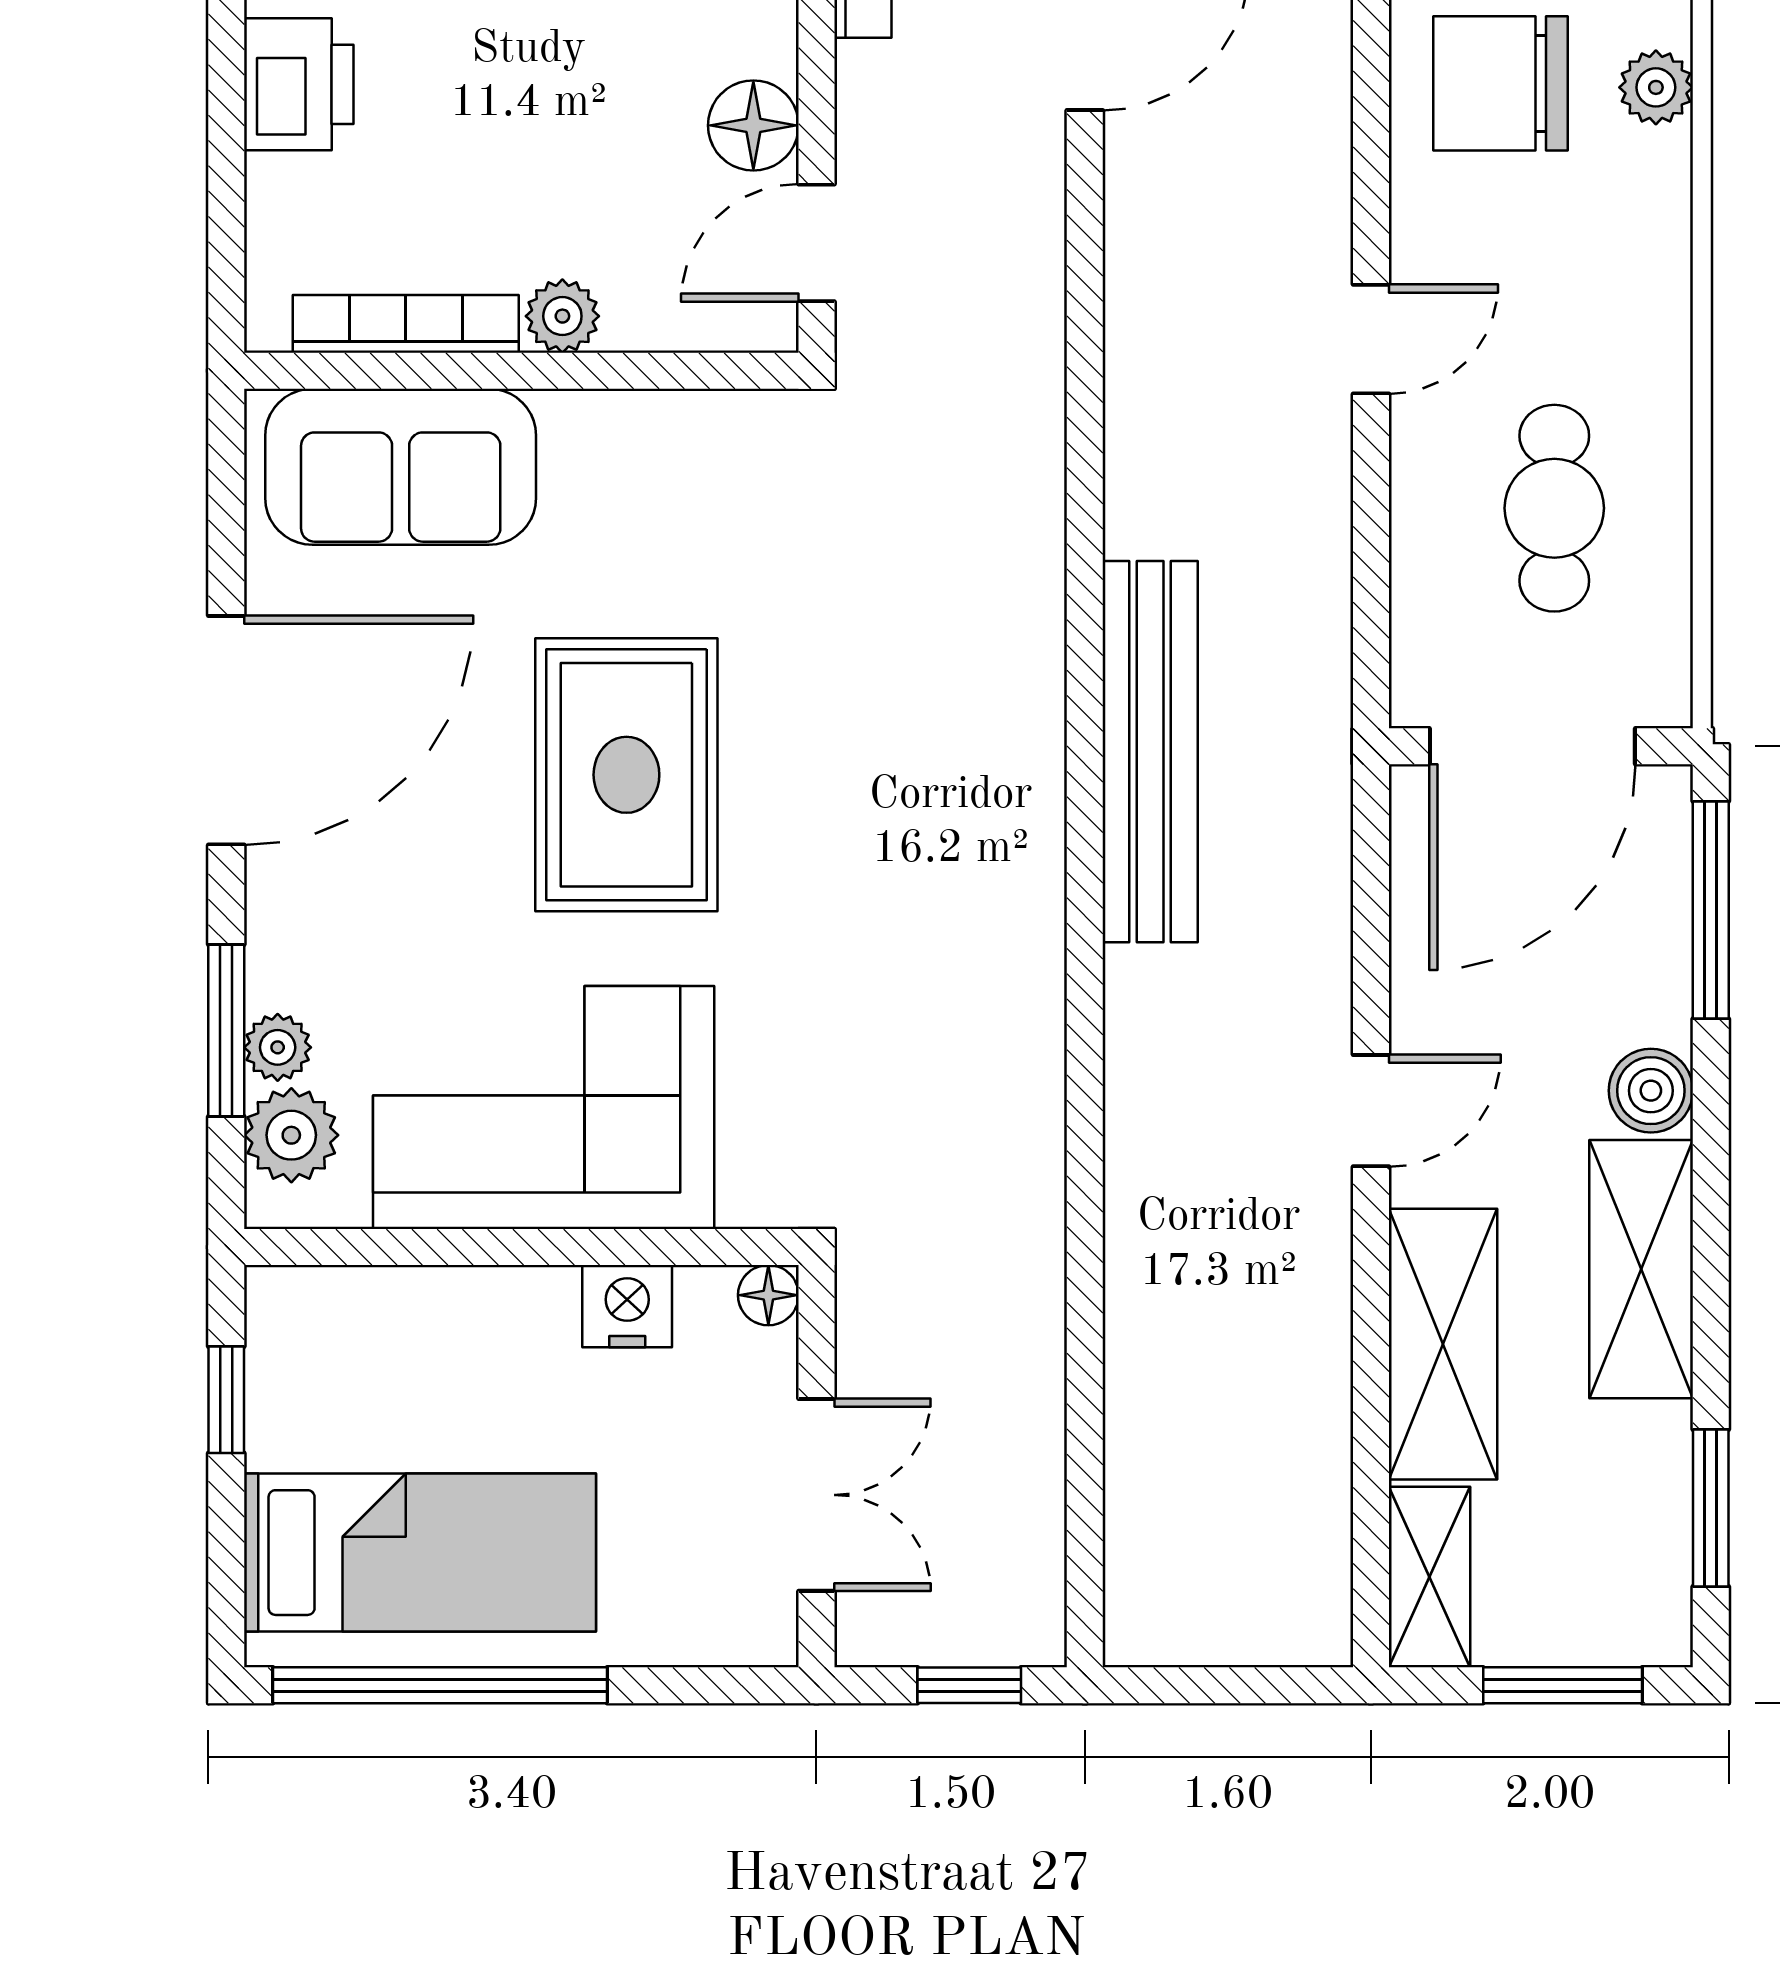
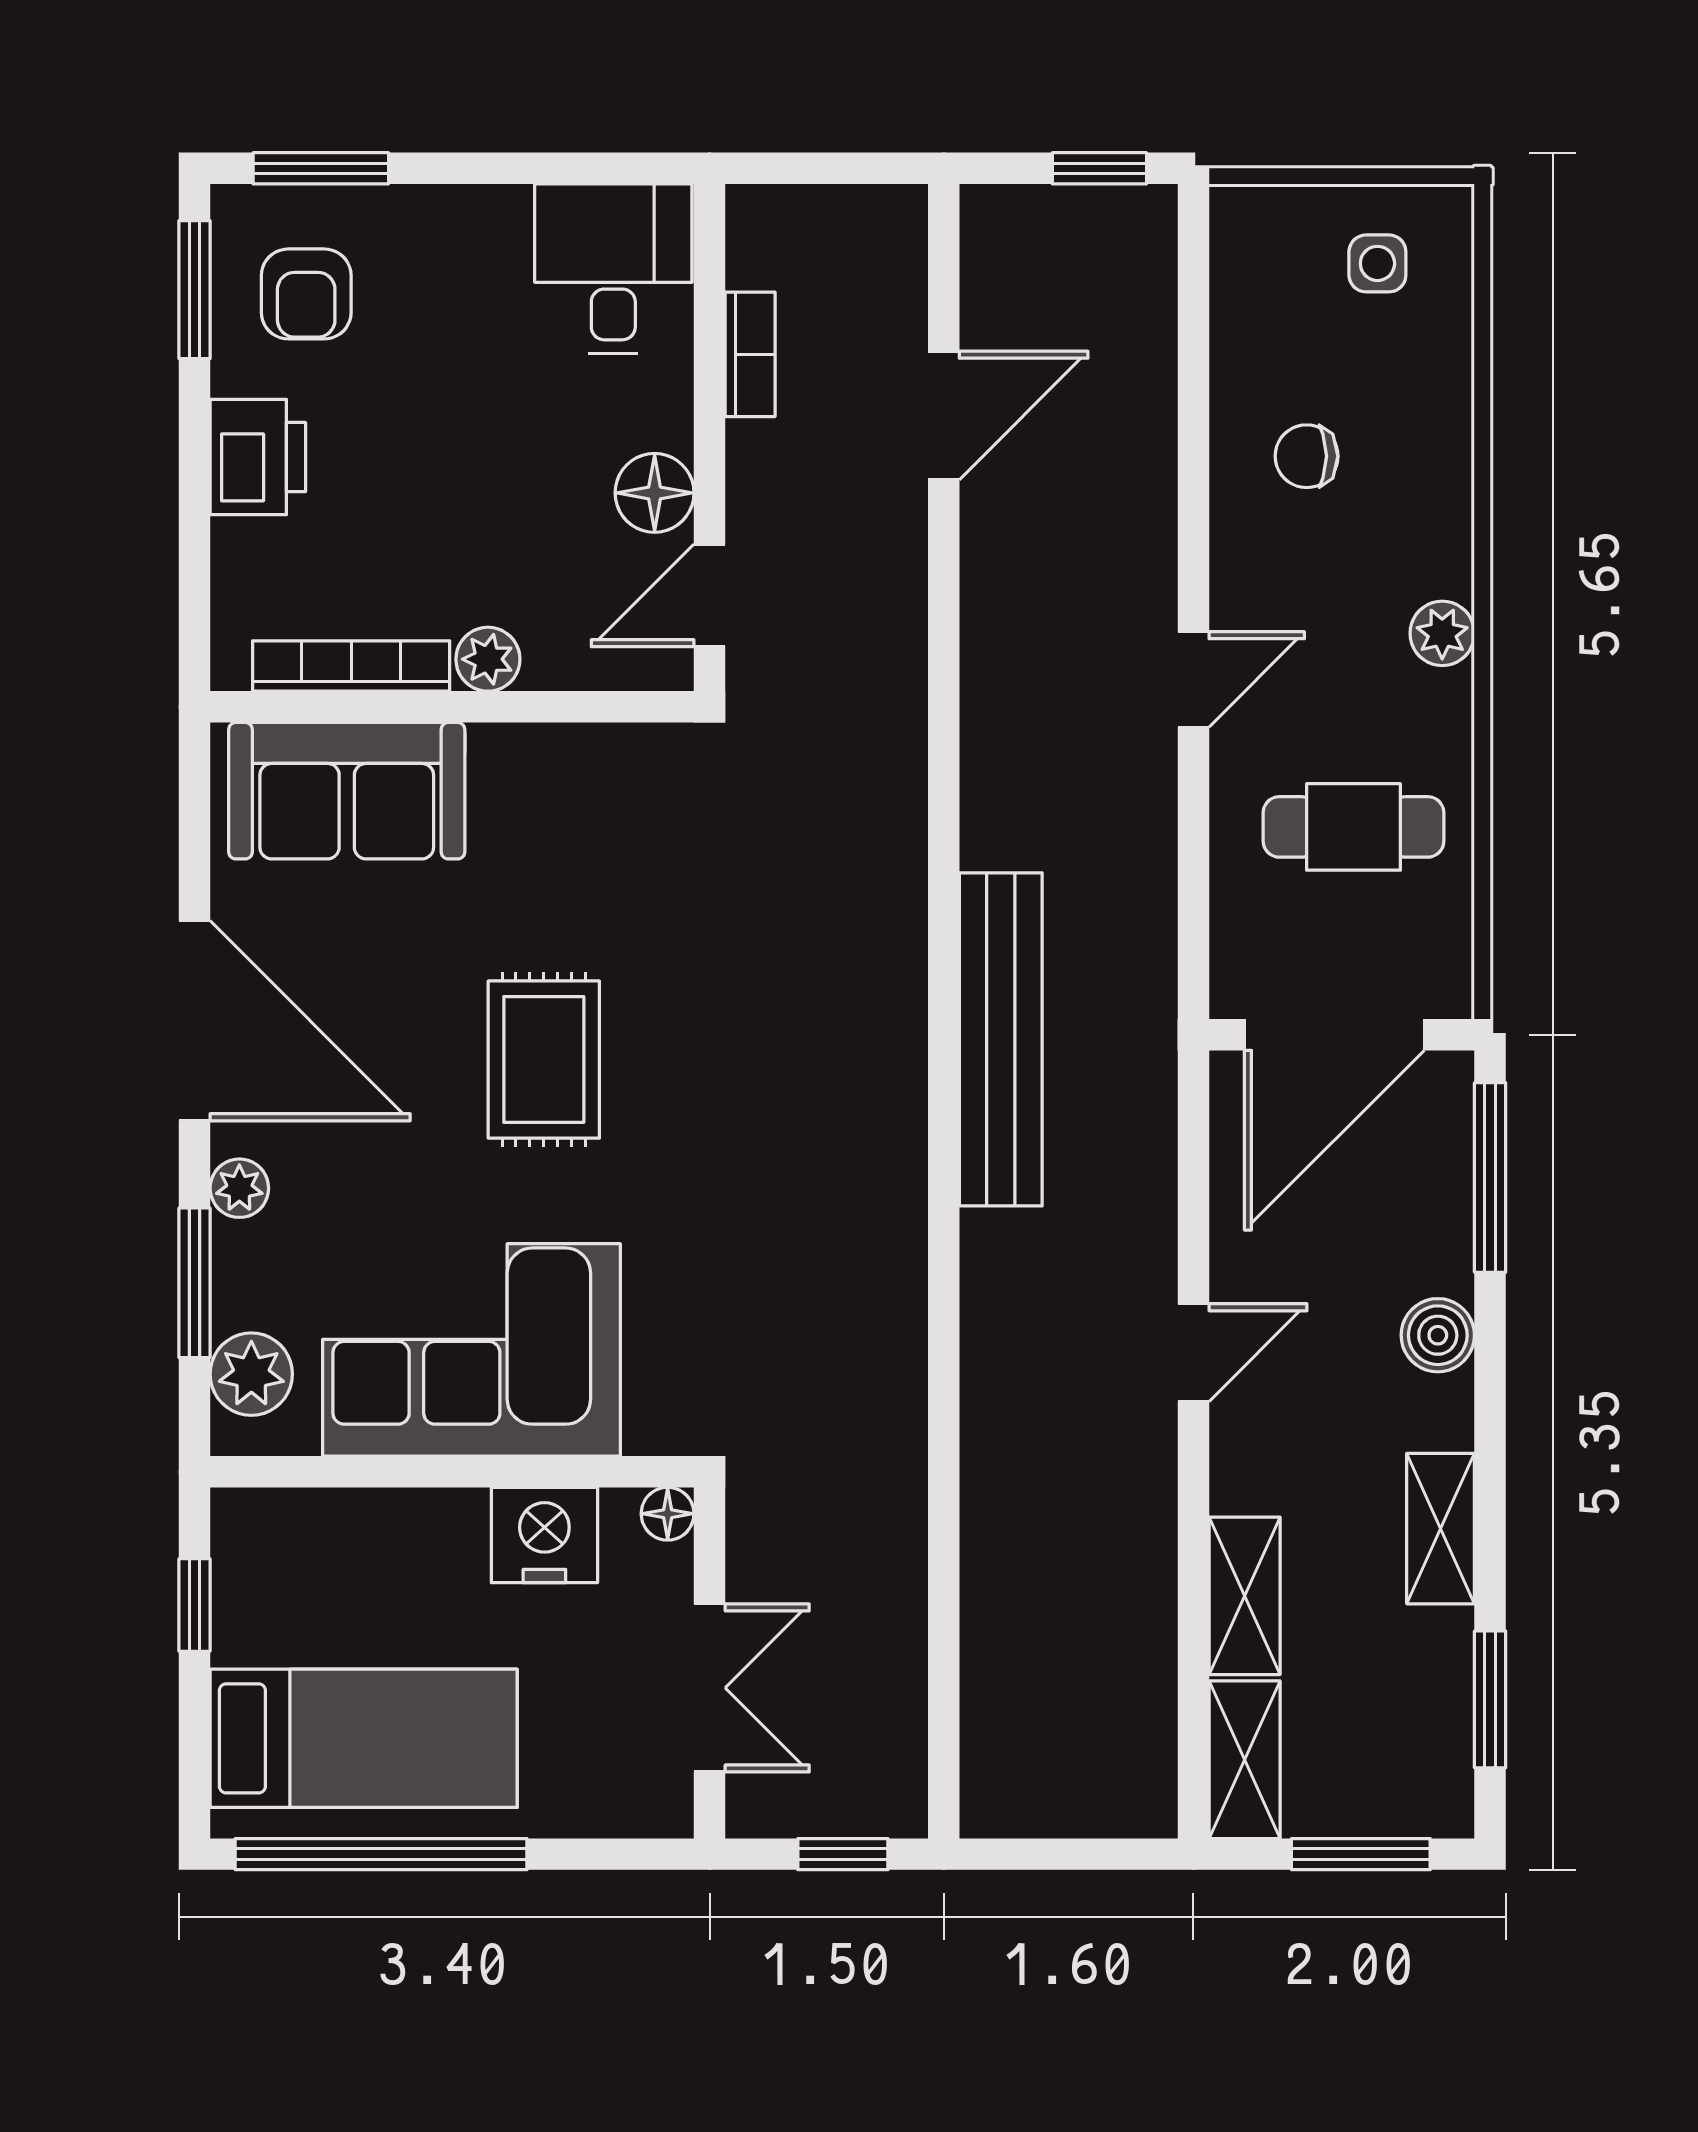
chair: (1500, 83) -> (1307, 456), width x0.54, depth x0.54
plant: (1656, 87) -> (1442, 633), moved
cafe table: (1554, 508) -> (1354, 827), turned 90
door: (226, 730) -> (194, 1021), hinge flipped
rug: (626, 775) -> (544, 1060), width x0.73, depth x0.70
plant: (278, 1047) -> (239, 1188), moved
shelving: (1641, 1269) -> (1441, 1529), width x0.67, depth x0.75
nightstand: (627, 1306) -> (544, 1535), width x1.36, depth x1.33
shelving: (1443, 1344) -> (1245, 1596), width x0.67, depth x0.75

